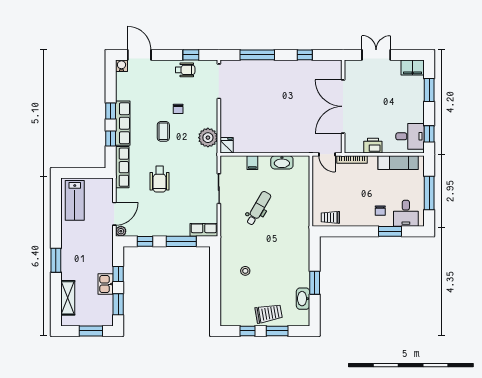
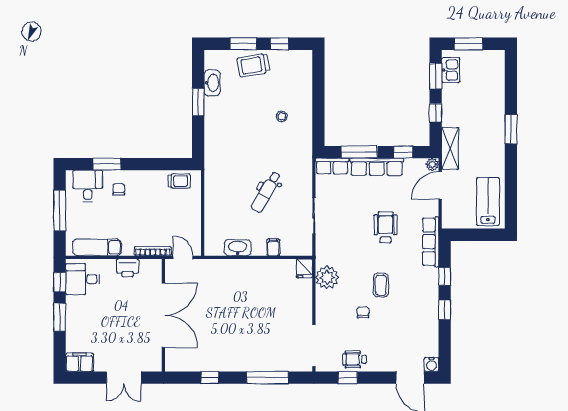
window: (429, 90) -> (60, 317), moved
row of seats: (123, 123) -> (377, 167), moved, turned -90
kitchen sink: (106, 284) -> (451, 70), moved
shelving: (68, 298) -> (450, 148), moved

